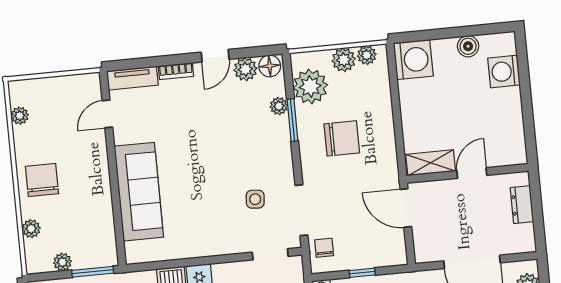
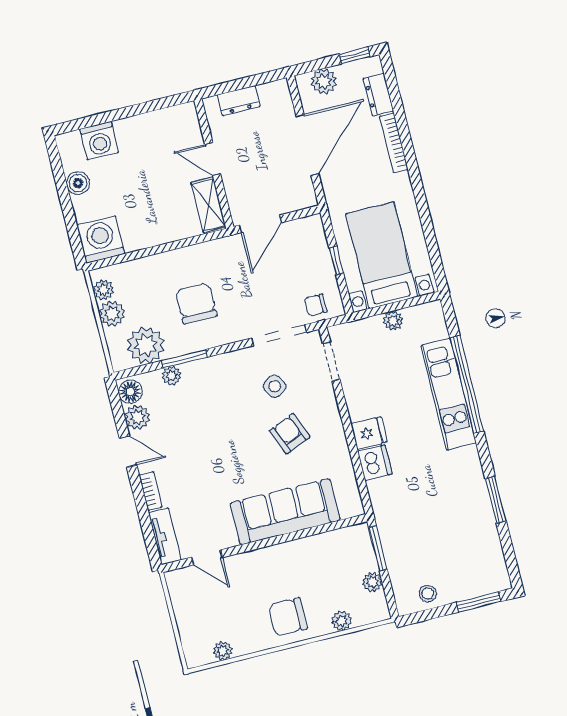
side table: (255, 199) -> (275, 386), turned -37
armchair: (210, 206) -> (290, 434), added

